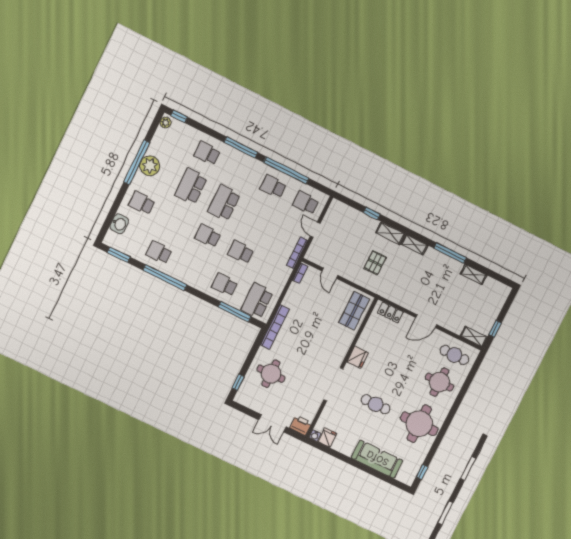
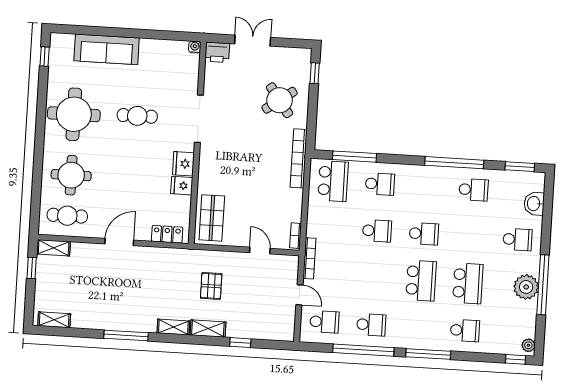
shelving: (474, 275) -> (54, 320), moved
round table: (271, 374) -> (280, 100), turned -36
fridge: (327, 438) -> (182, 186), moved, turned 90

